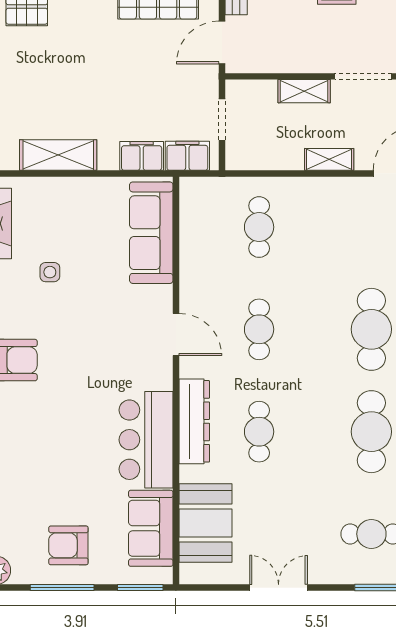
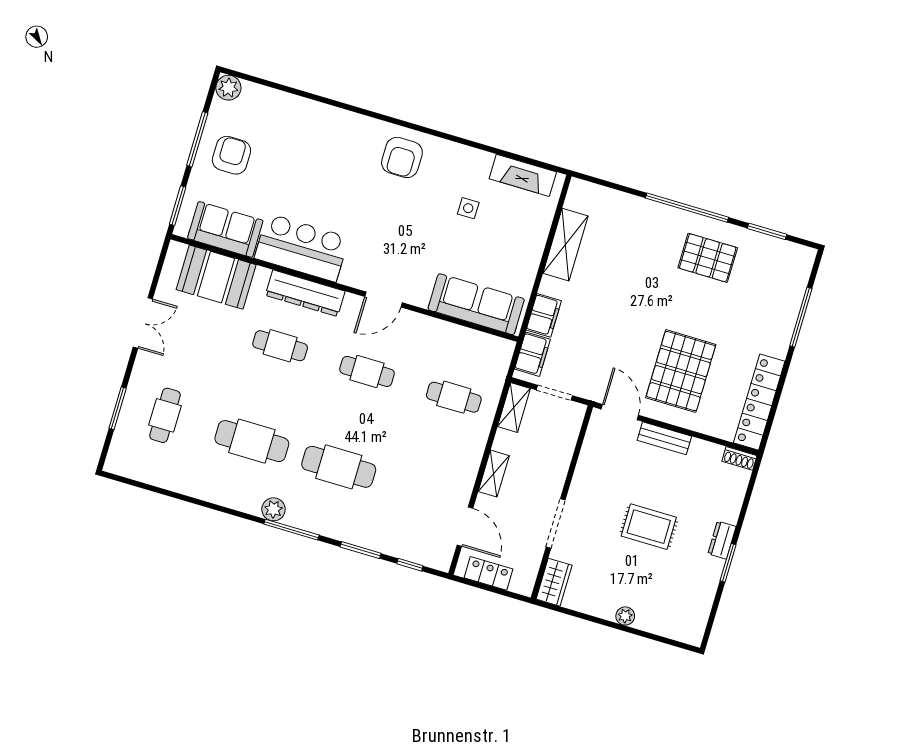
shelving: (304, 91) -> (514, 408), moved

